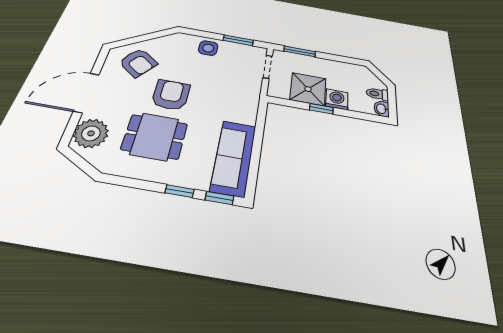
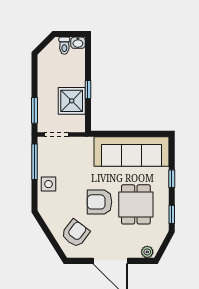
window: (238, 40) -> (34, 162), width x1.44
washing machine: (337, 99) -> (77, 78), removed
plant: (91, 133) -> (147, 252), width x0.53, depth x0.53
sofa: (234, 158) -> (131, 151), width x1.36, depth x1.27
window: (219, 198) -> (172, 214), moved

